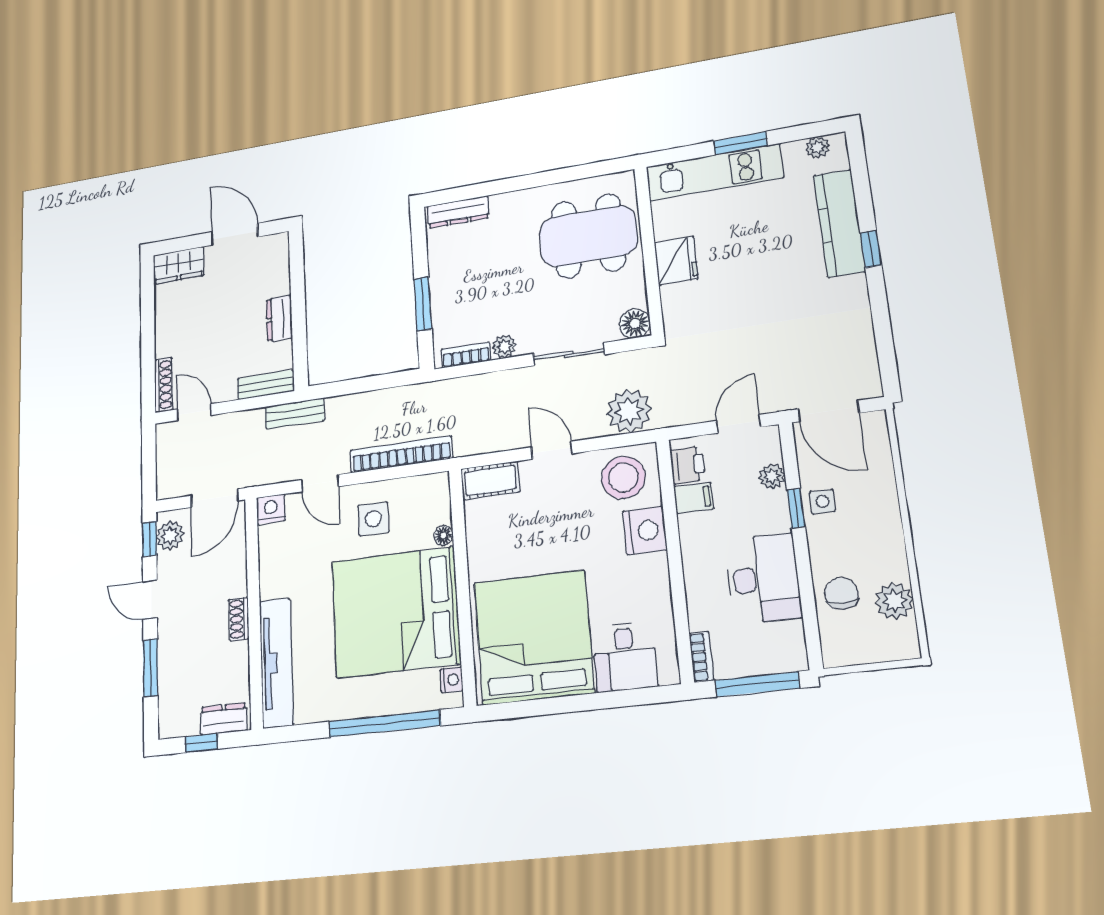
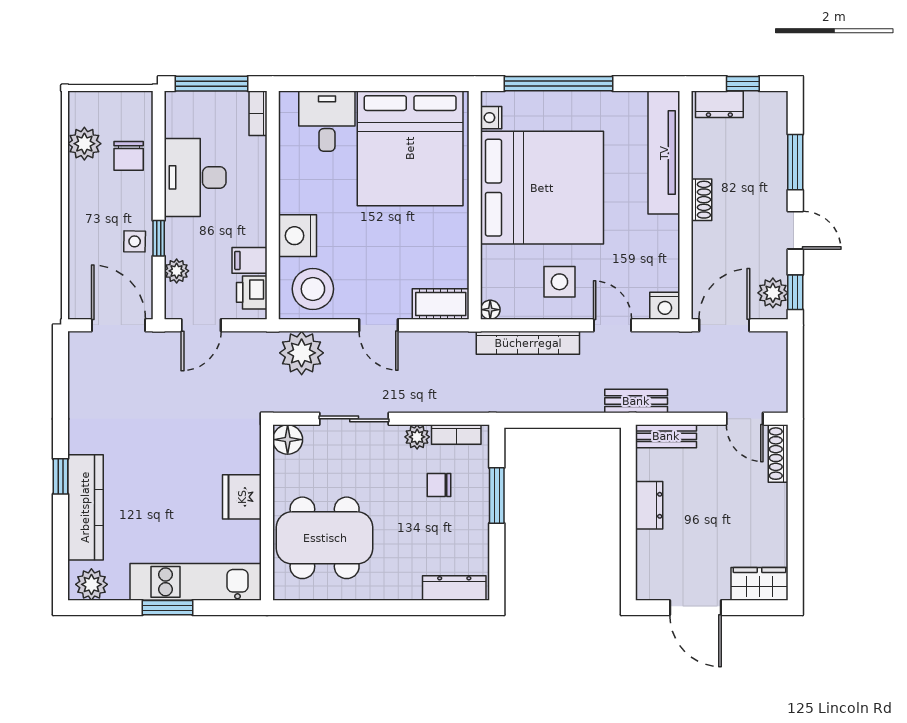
plant: (817, 147) -> (91, 584), width x1.38, depth x1.38
chair: (479, 304) -> (439, 485), added
floor lamp: (444, 535) -> (490, 310), moved

